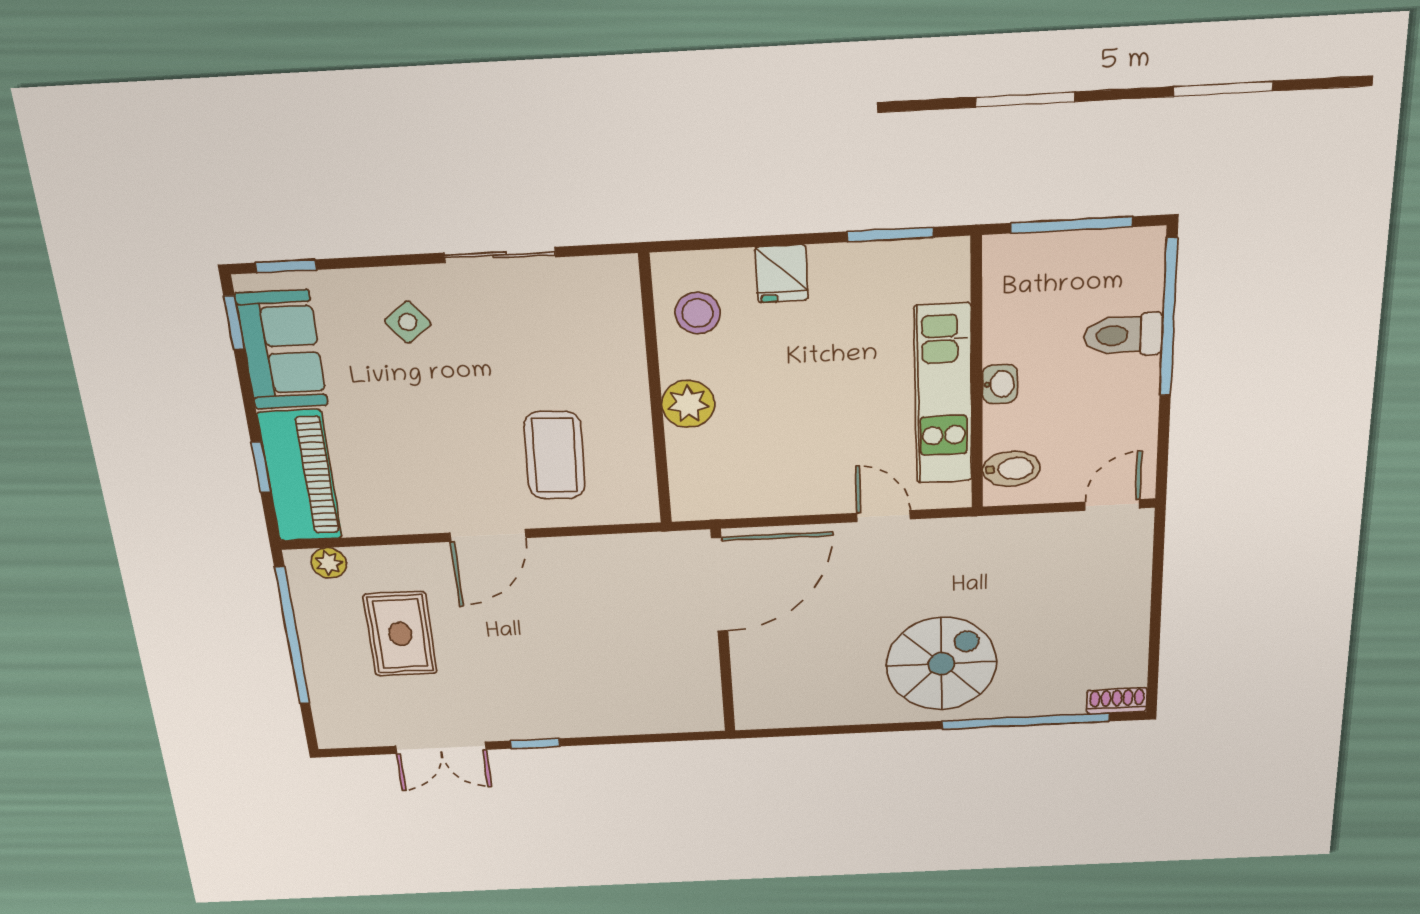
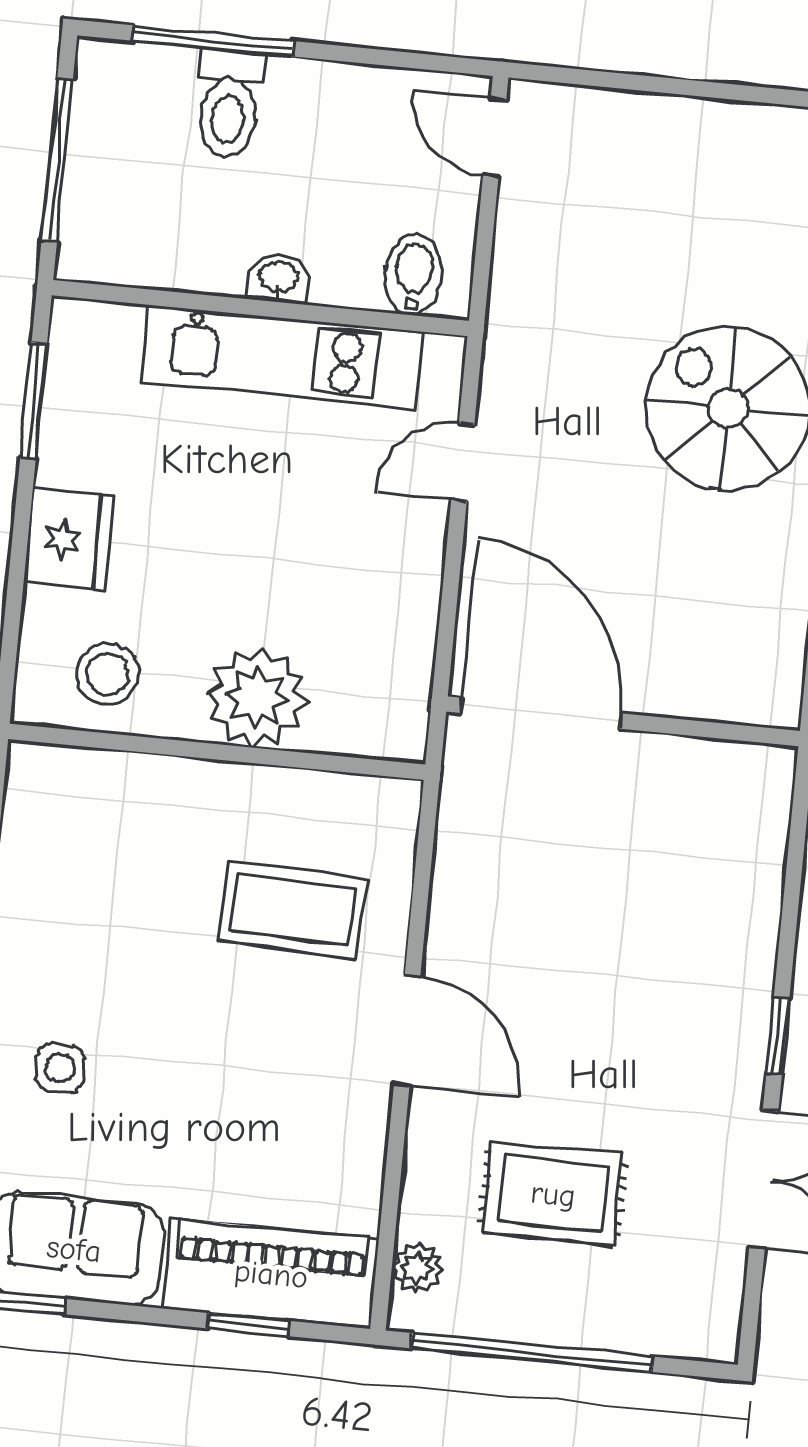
fridge: (781, 274) -> (69, 540), width x1.38
window: (1168, 318) -> (213, 41), width x0.68
side table: (408, 322) -> (60, 1068), turned 38
plant: (688, 404) -> (257, 698), width x1.36, depth x1.36

